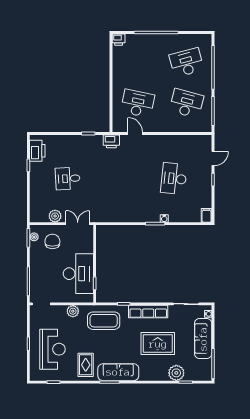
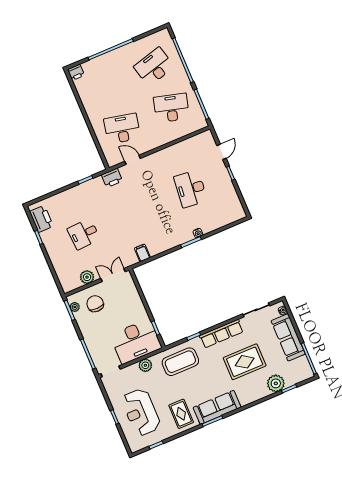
filing cabinet: (207, 215) -> (142, 253), moved
desk: (78, 274) -> (136, 341), moved, turned 90
reception desk: (52, 349) -> (141, 412), turned 180

